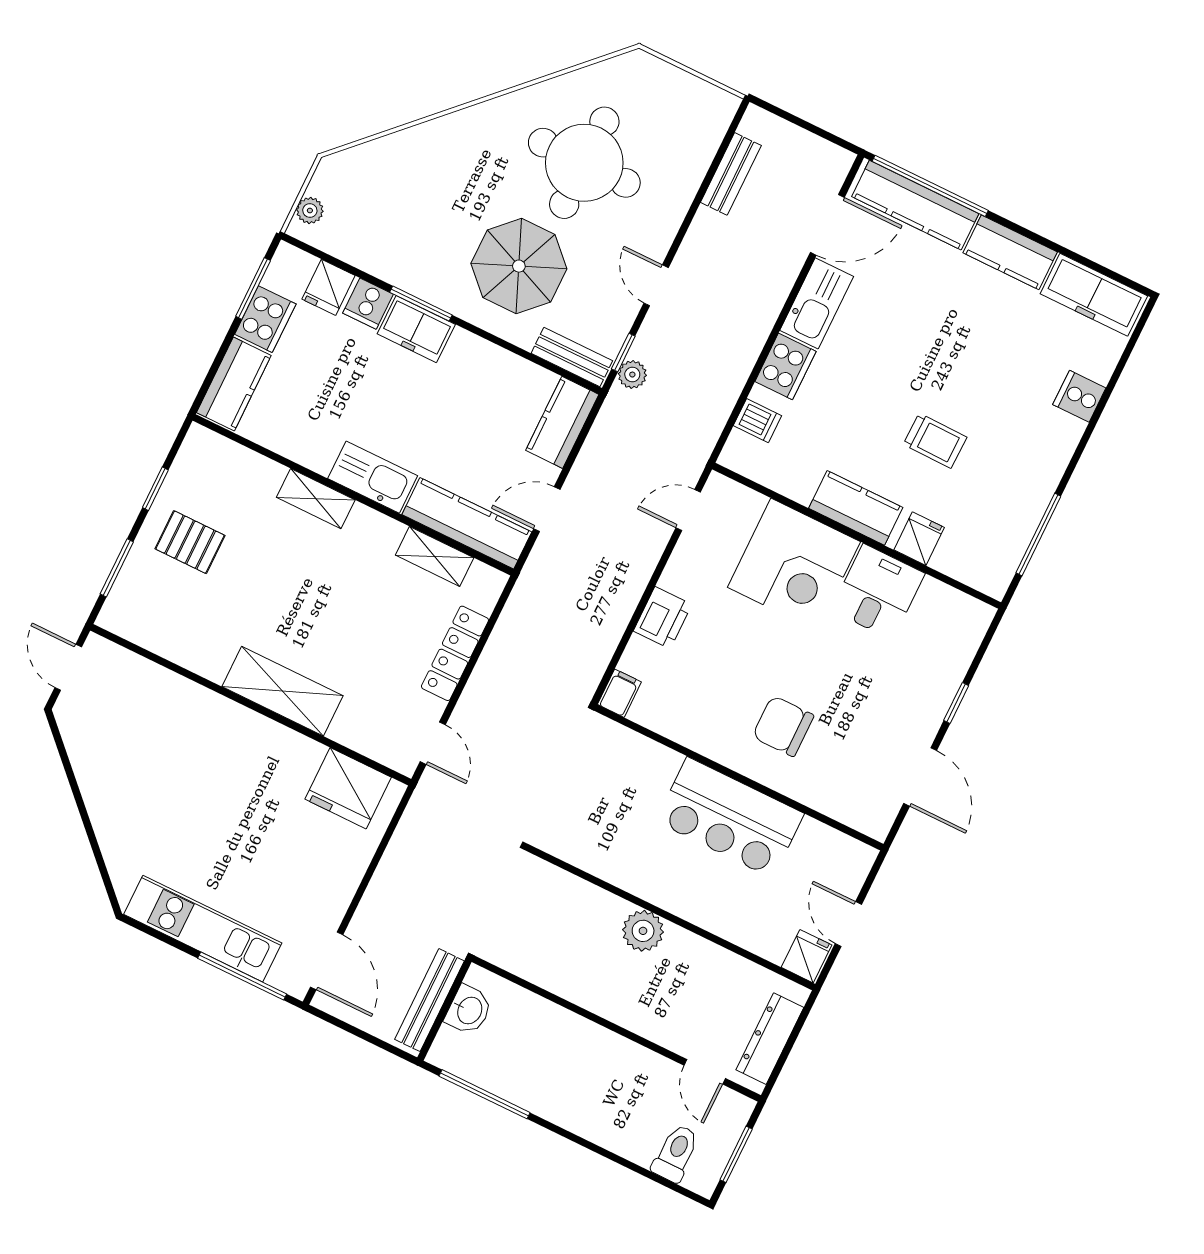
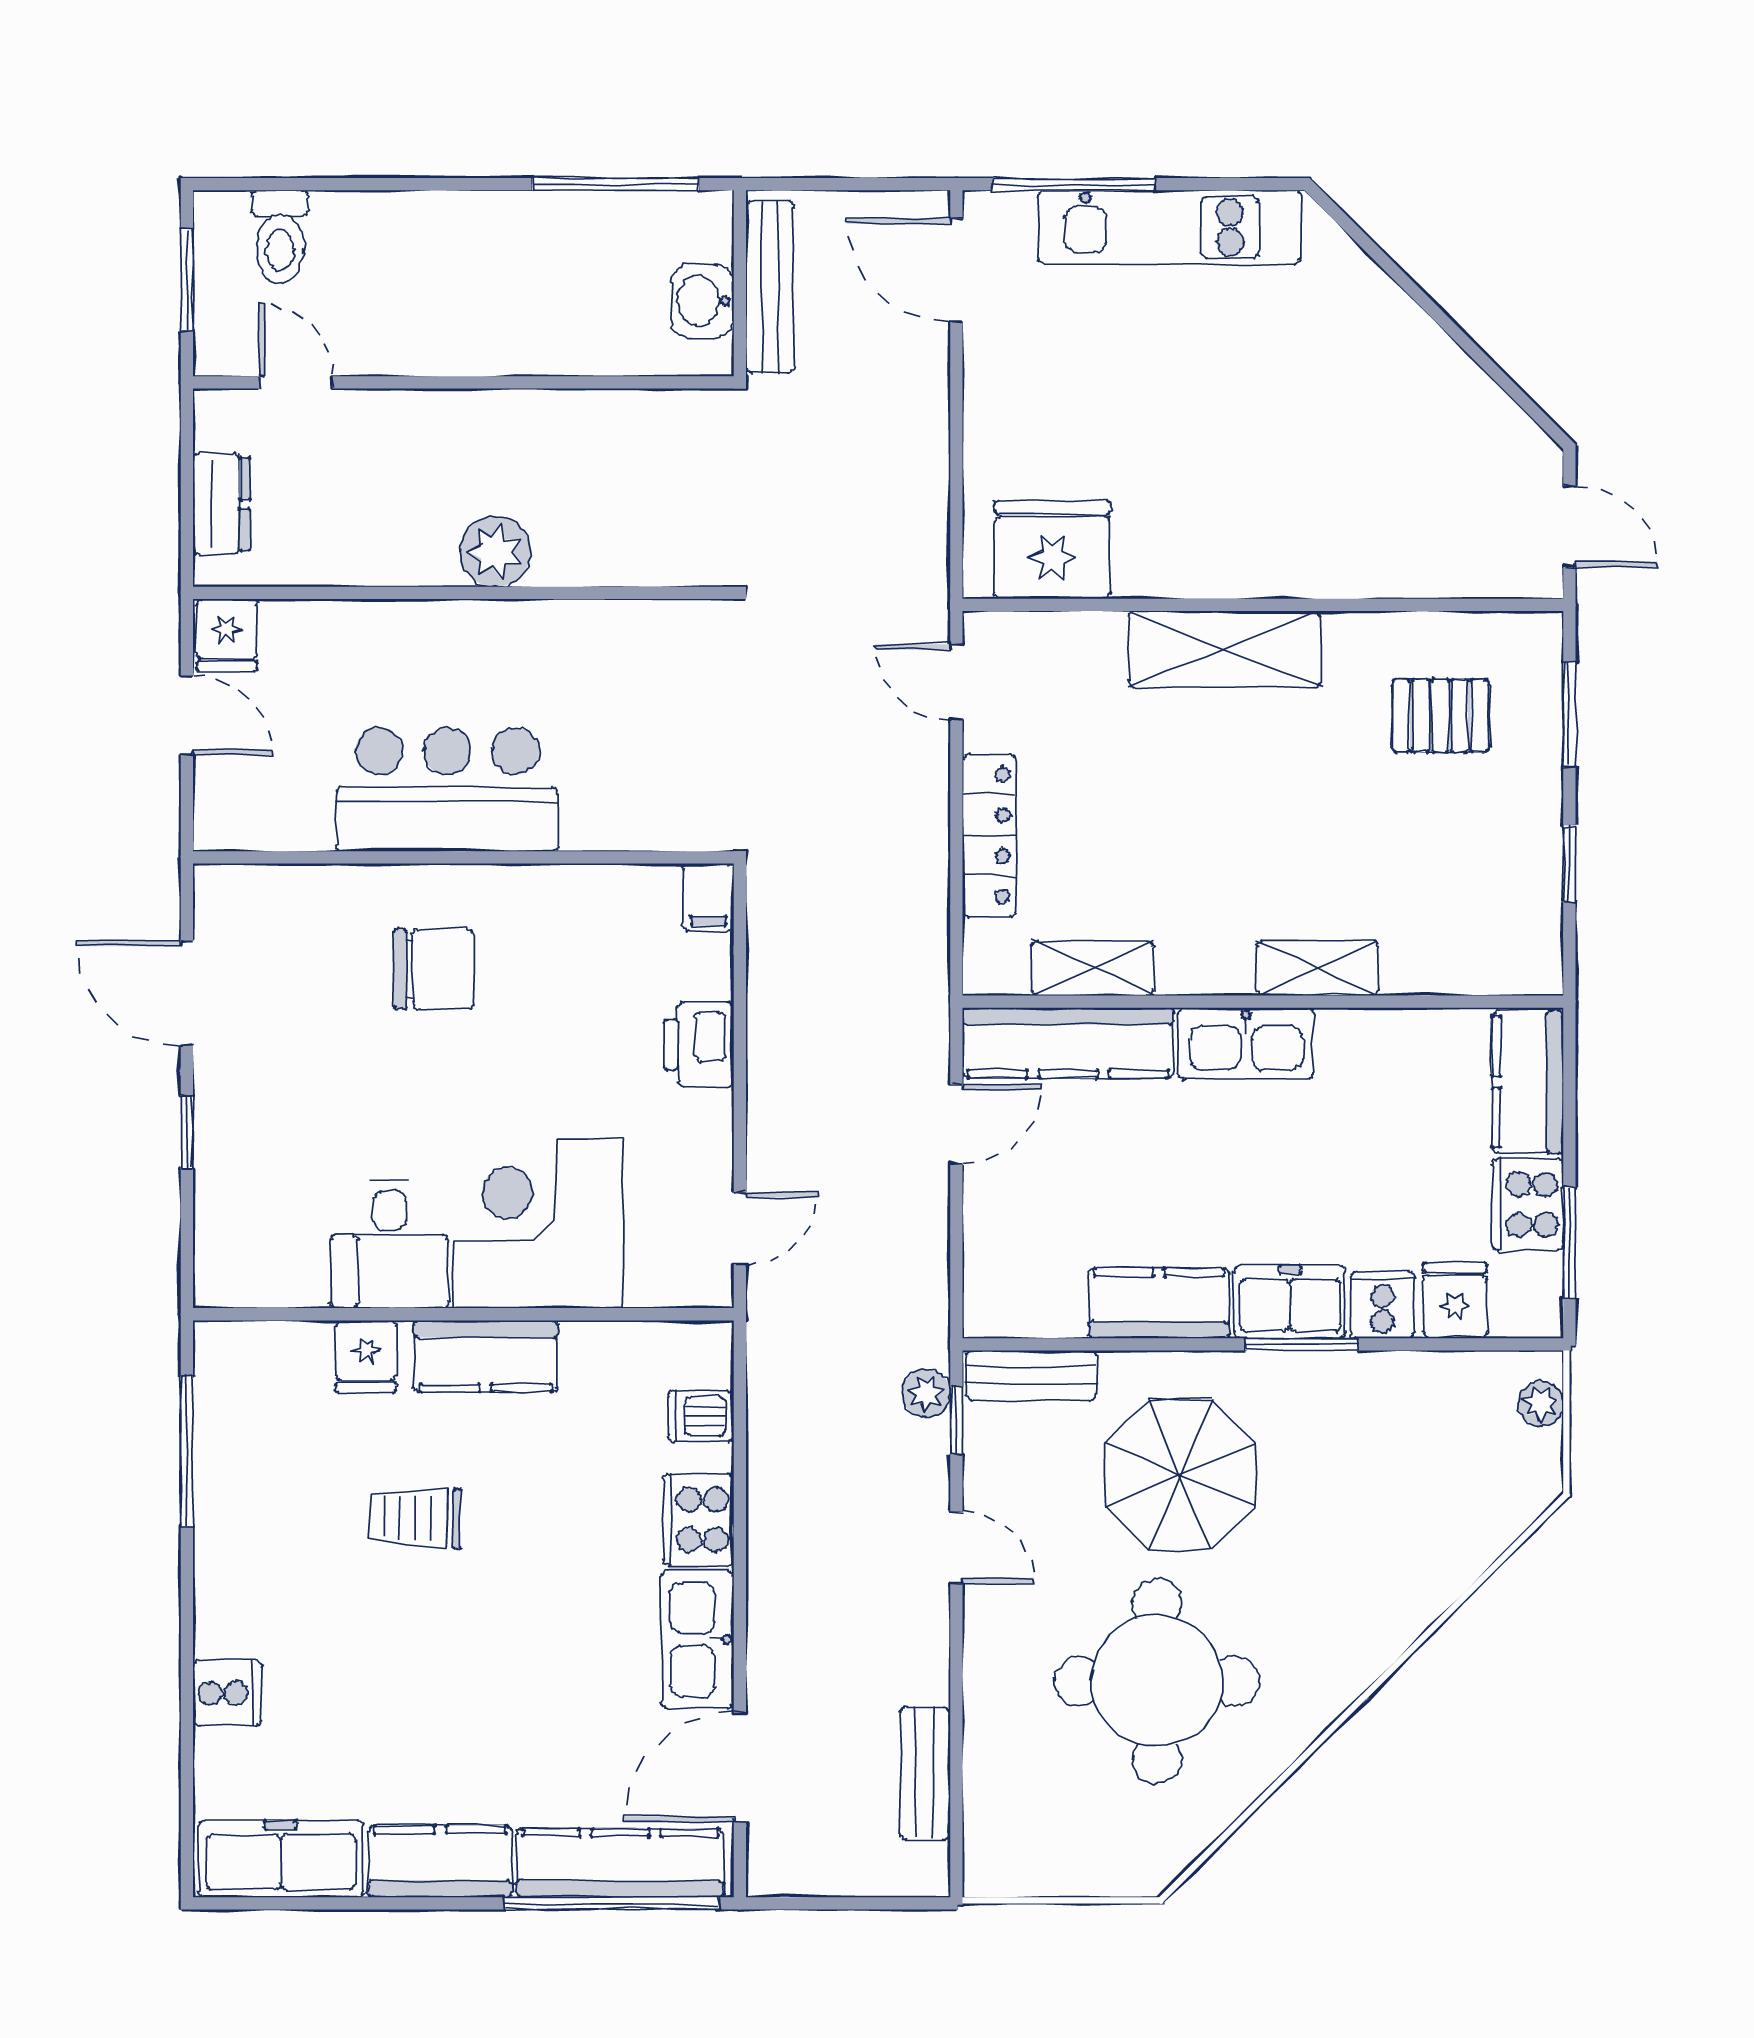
kitchen counter: (562, 422) -> (1159, 1303), moved, turned -90
pallet: (190, 542) -> (1440, 716), moved
dresser: (770, 1039) -> (221, 504), width x0.70

